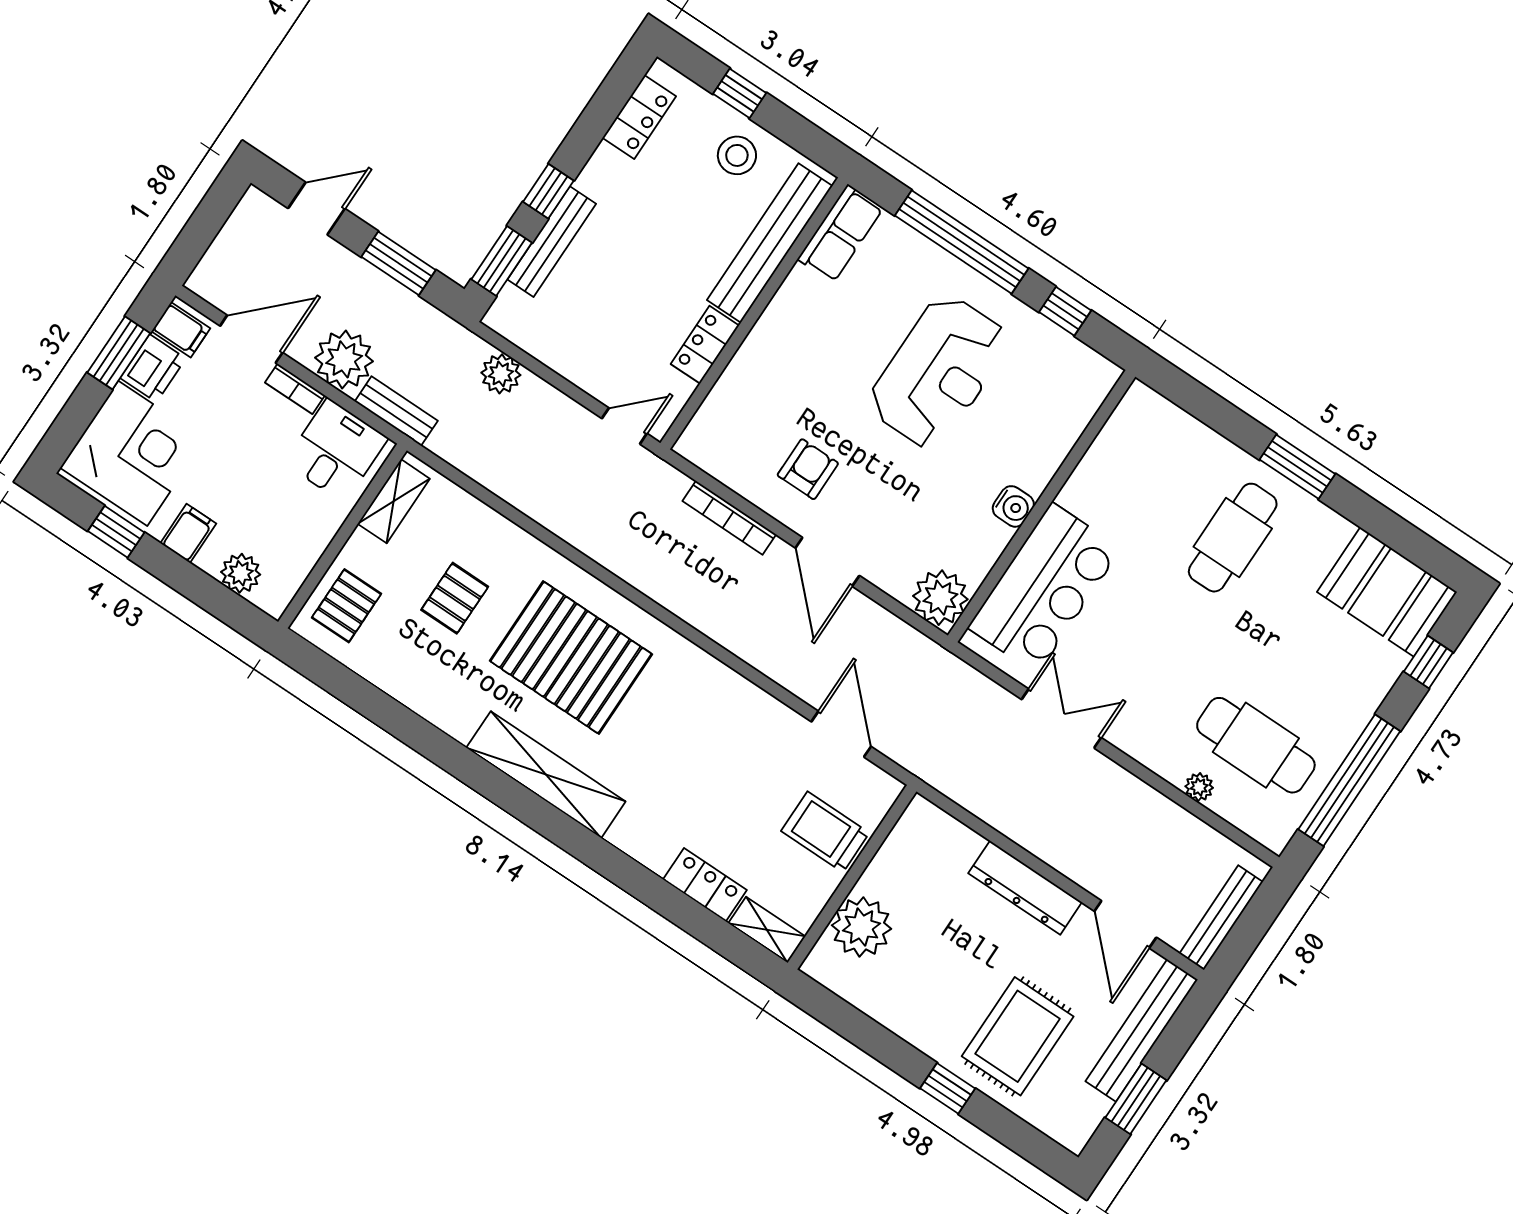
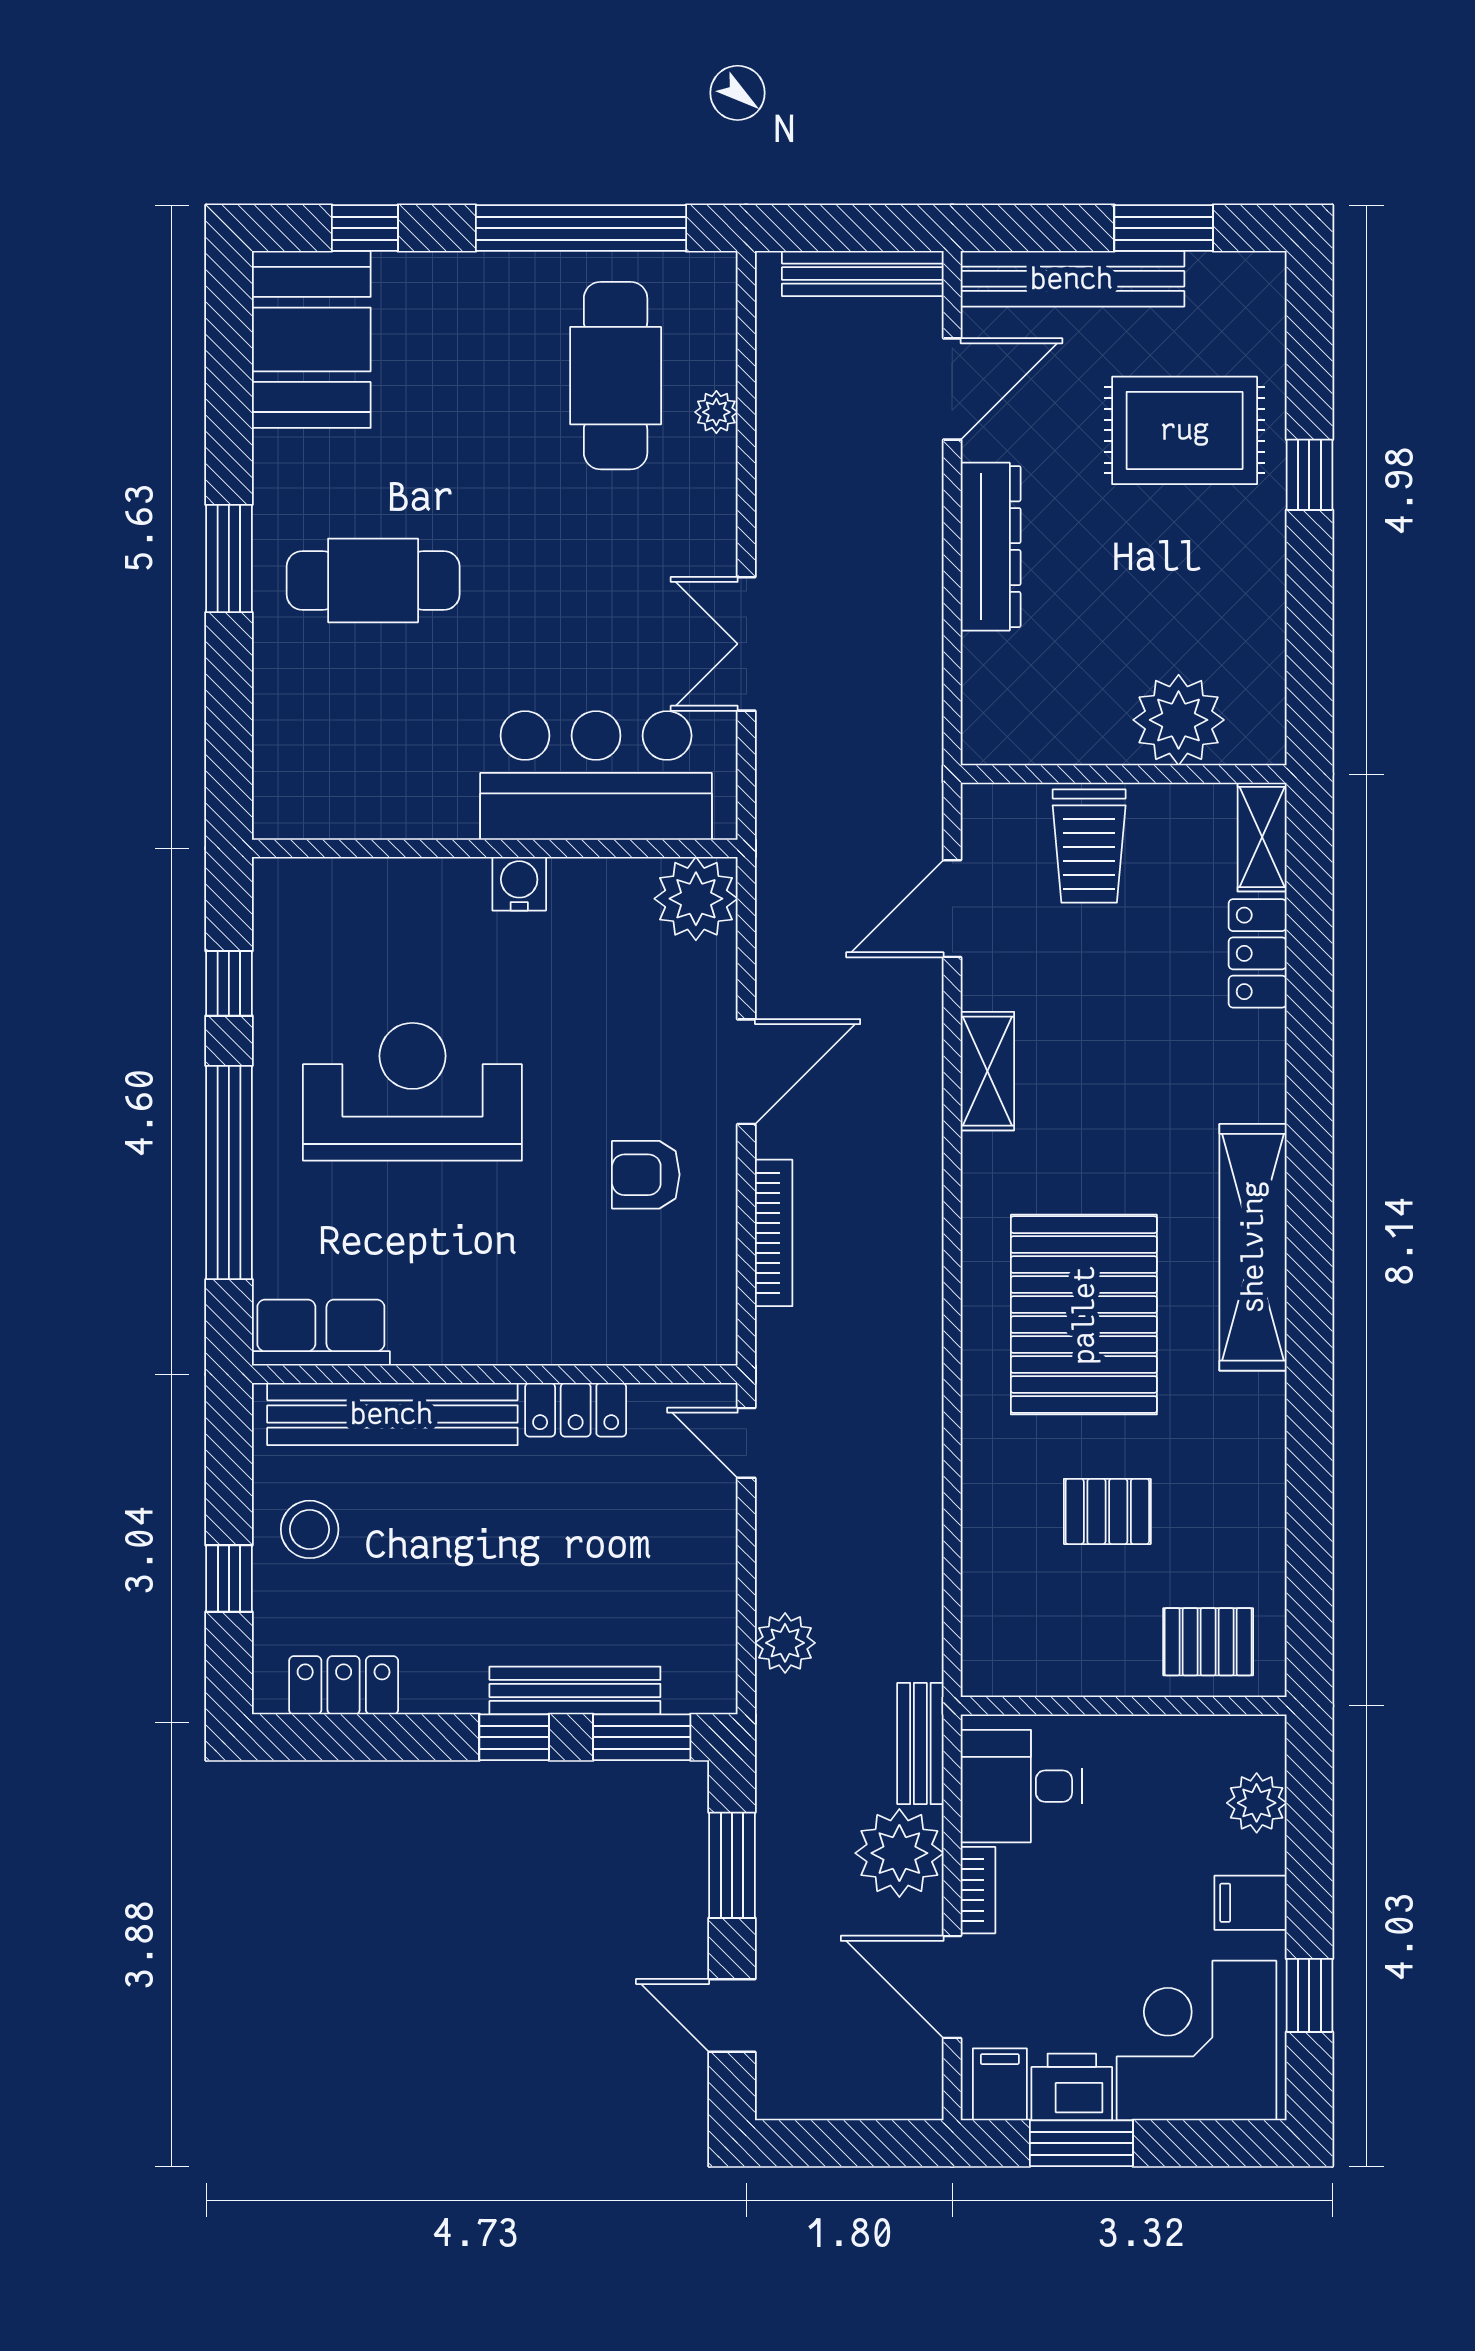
shelving: (394, 501) -> (987, 1071), moved, turned 90

